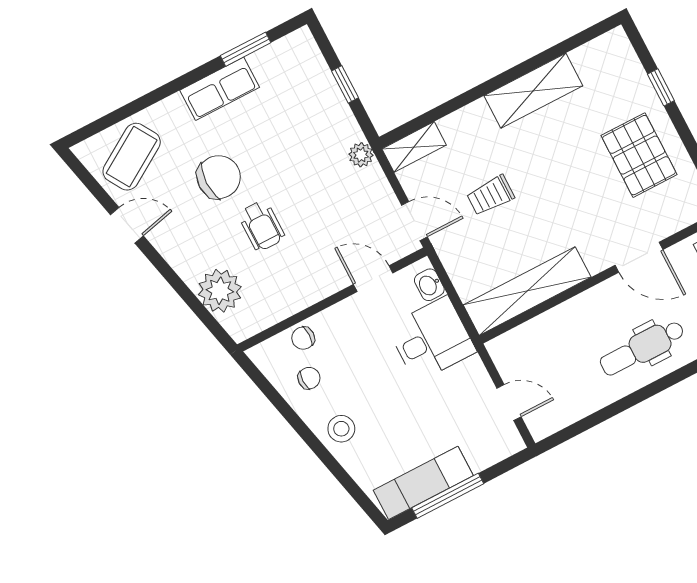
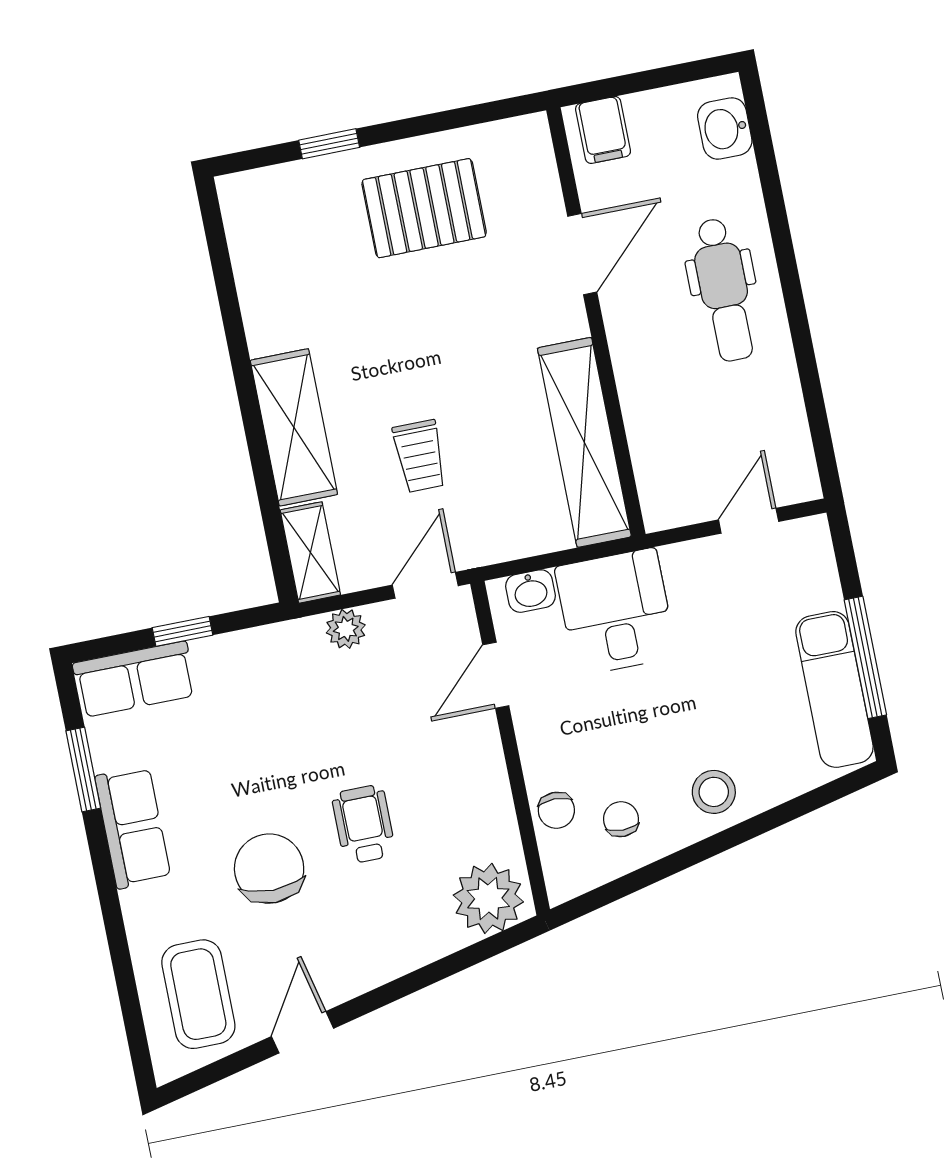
row of seats: (308, 64) -> (135, 679), added
shelving: (533, 91) -> (294, 427), moved
plant: (361, 155) -> (346, 629), moved
coffee table: (132, 157) -> (198, 994), turned 32
wheelchair: (261, 226) -> (364, 824), turned -90
plant: (220, 291) -> (488, 898), moved

